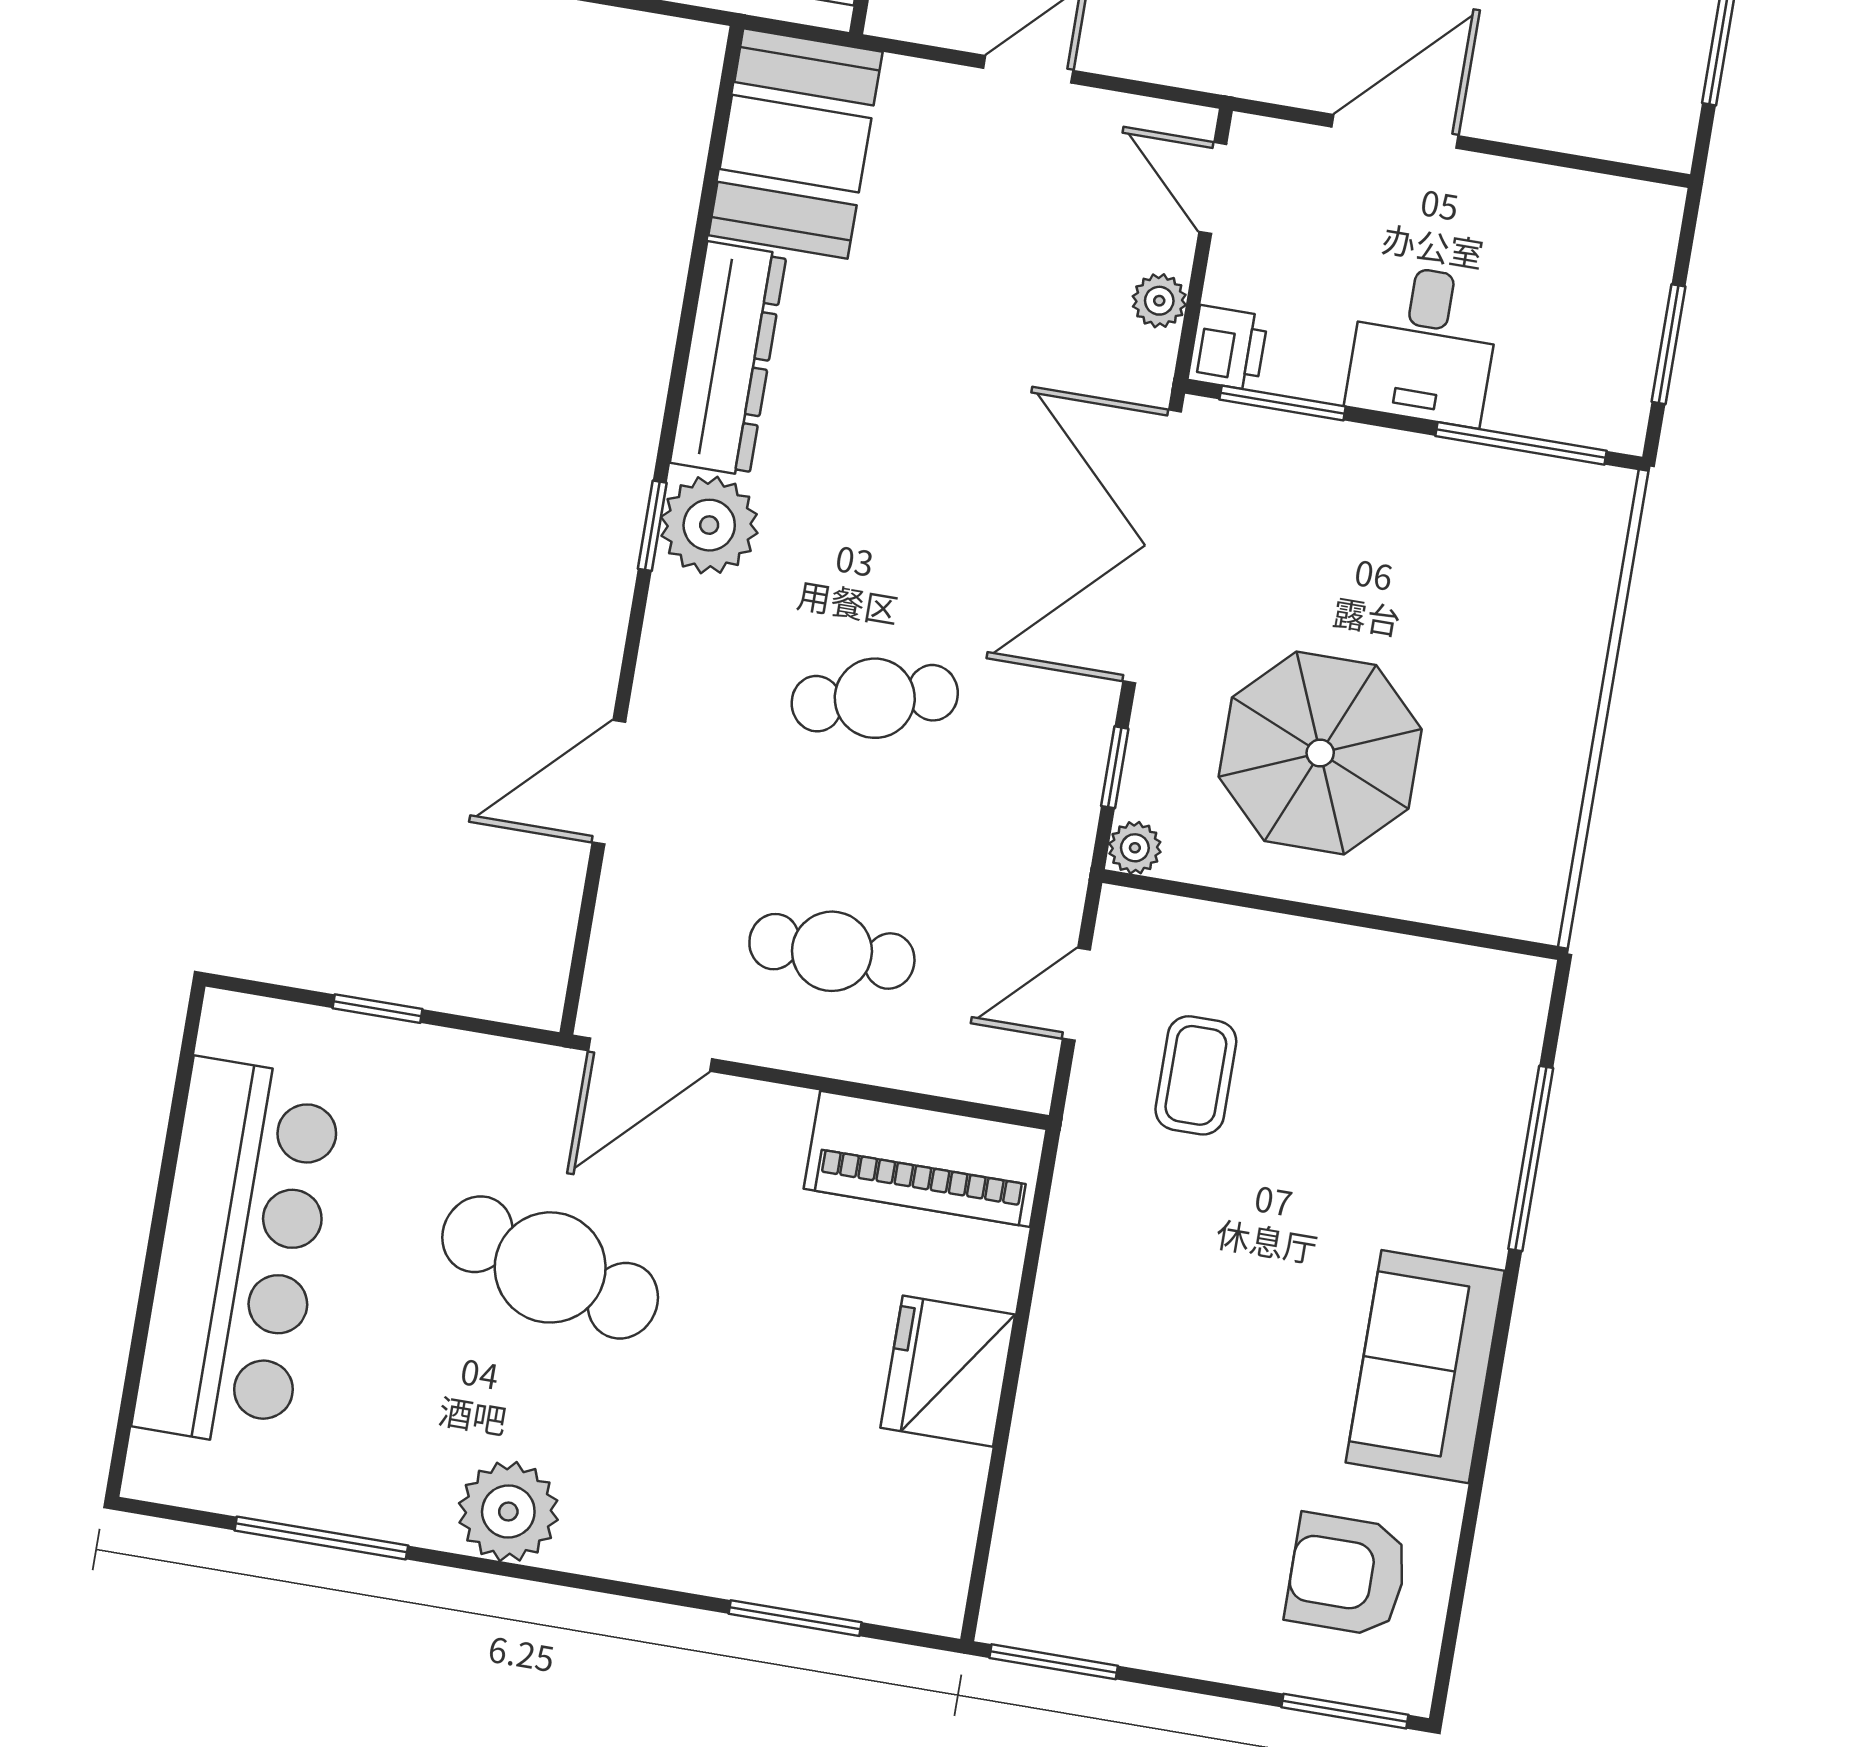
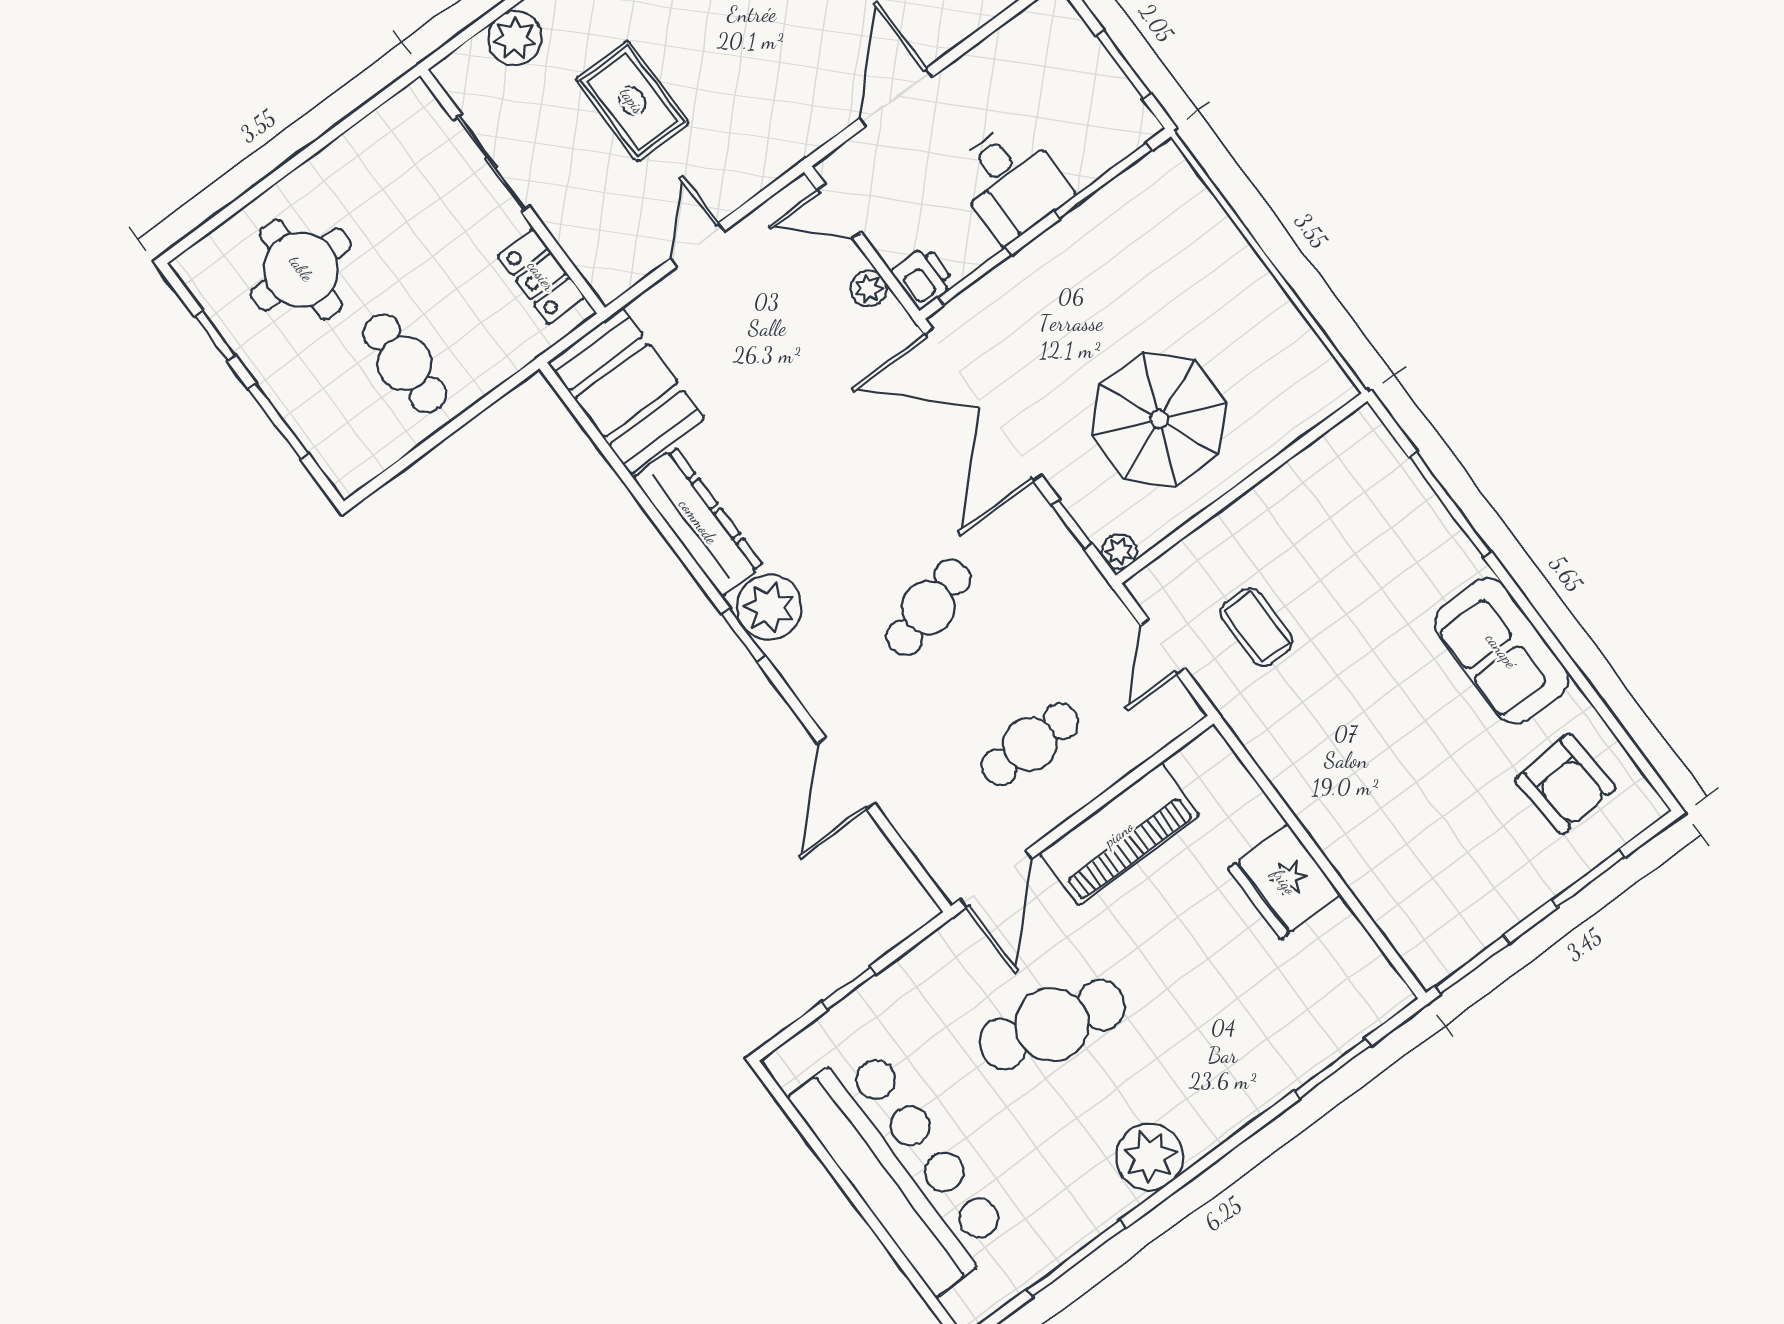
piano: (925, 1159) -> (1119, 834), moved
armchair: (1347, 1575) -> (1565, 784), turned -94
window: (1345, 1711) -> (1588, 879), moved

